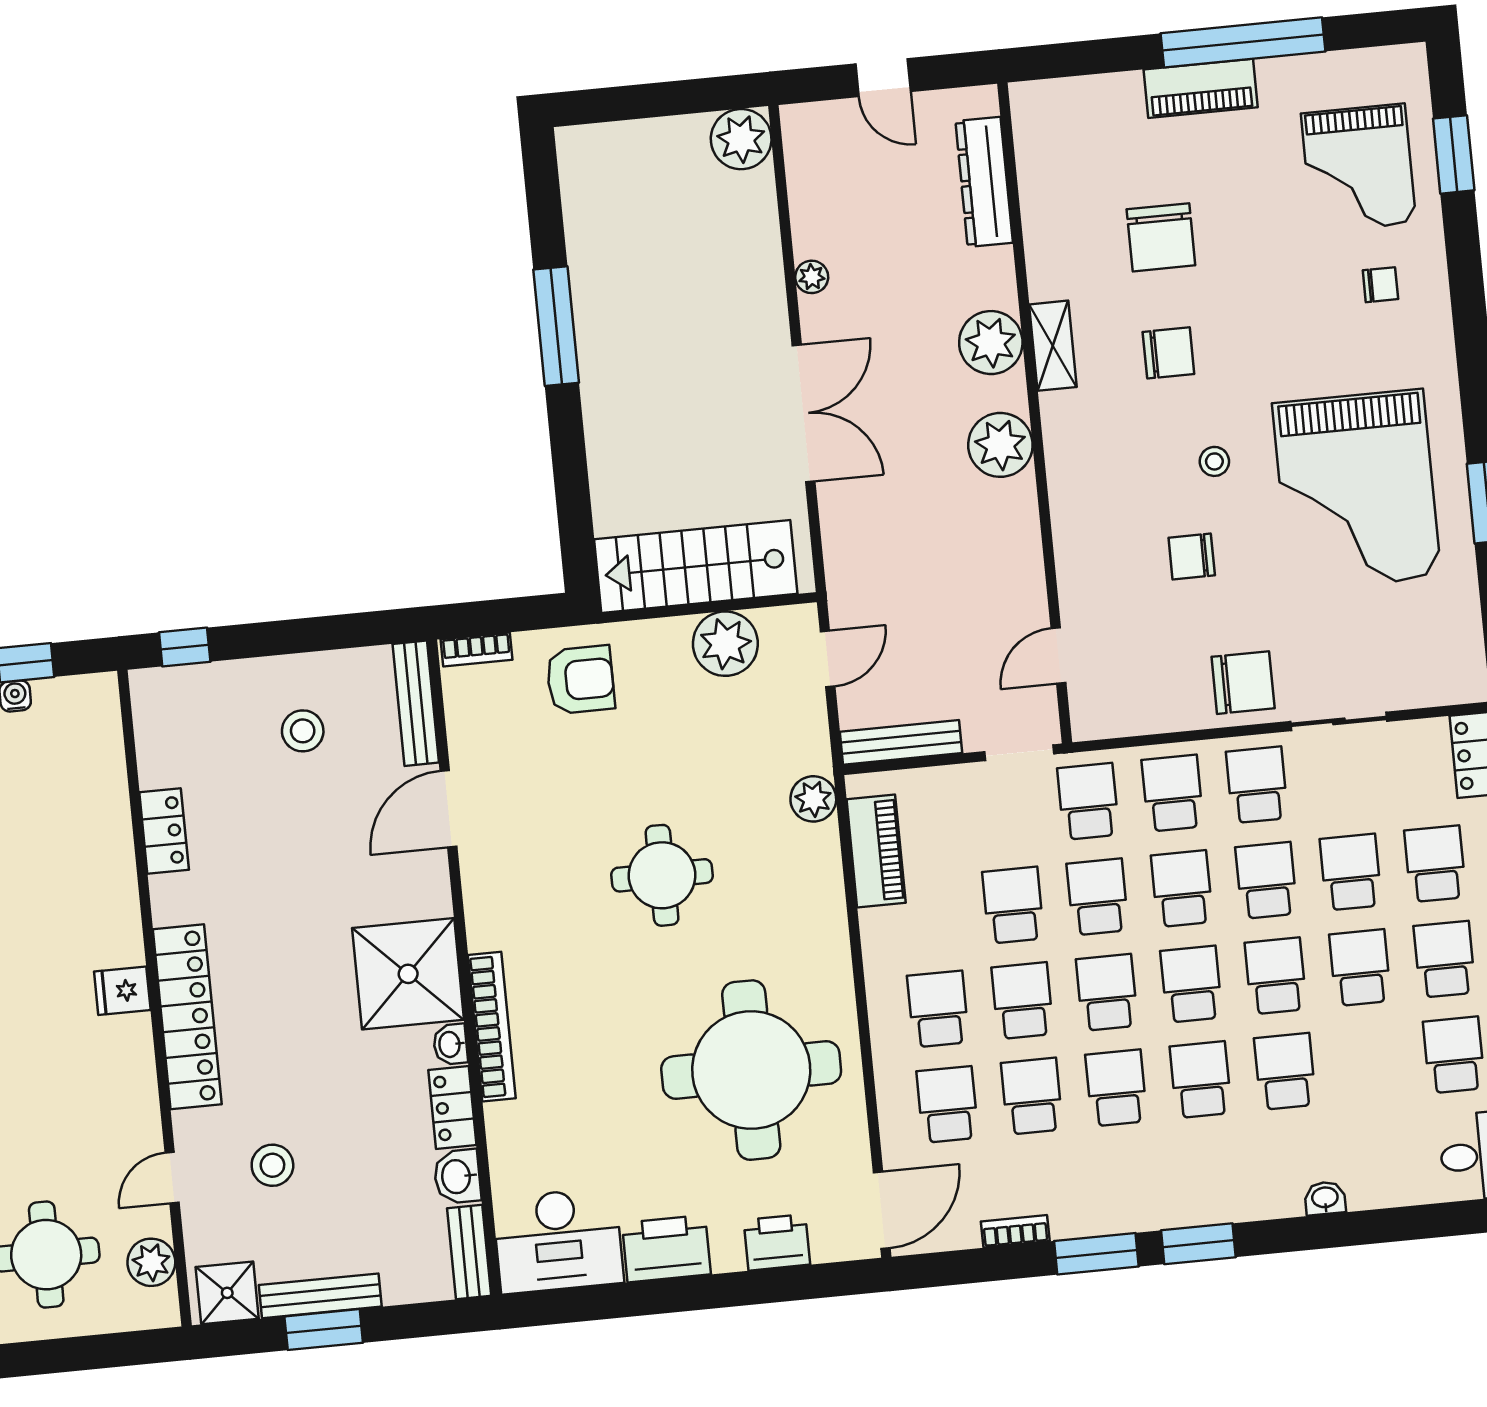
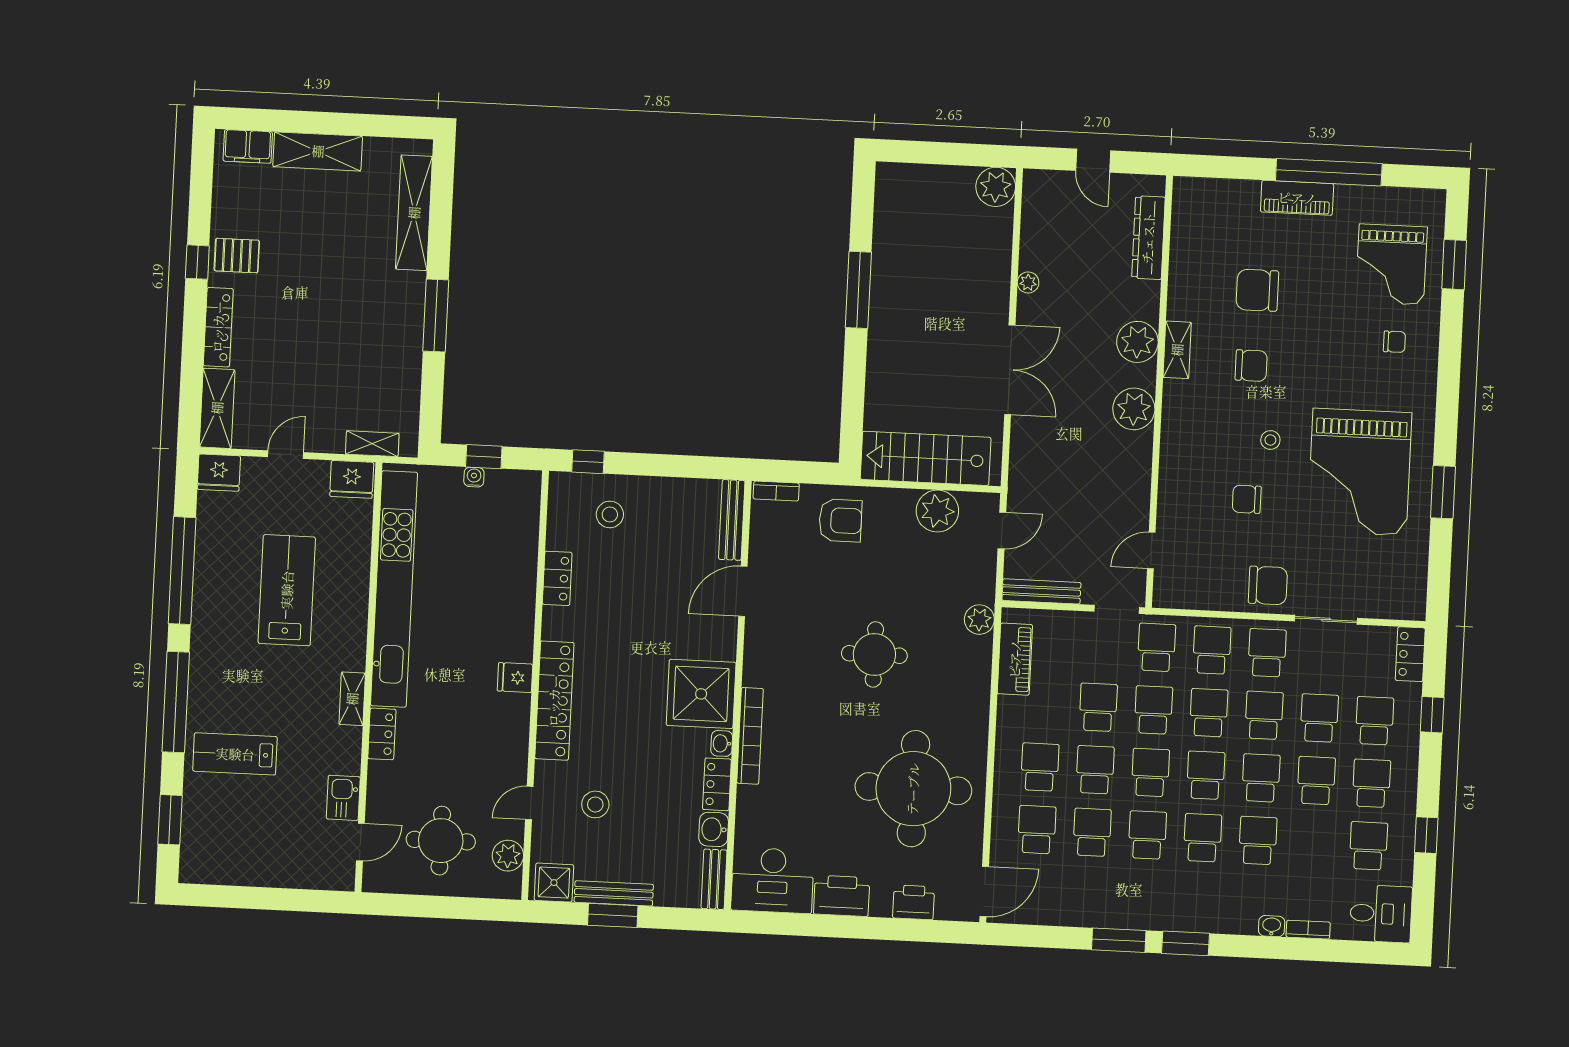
chair: (1161, 237) -> (1257, 290), turned 90
stool: (303, 731) -> (610, 514), moved
bookcase: (1015, 1231) -> (1308, 930), moved

